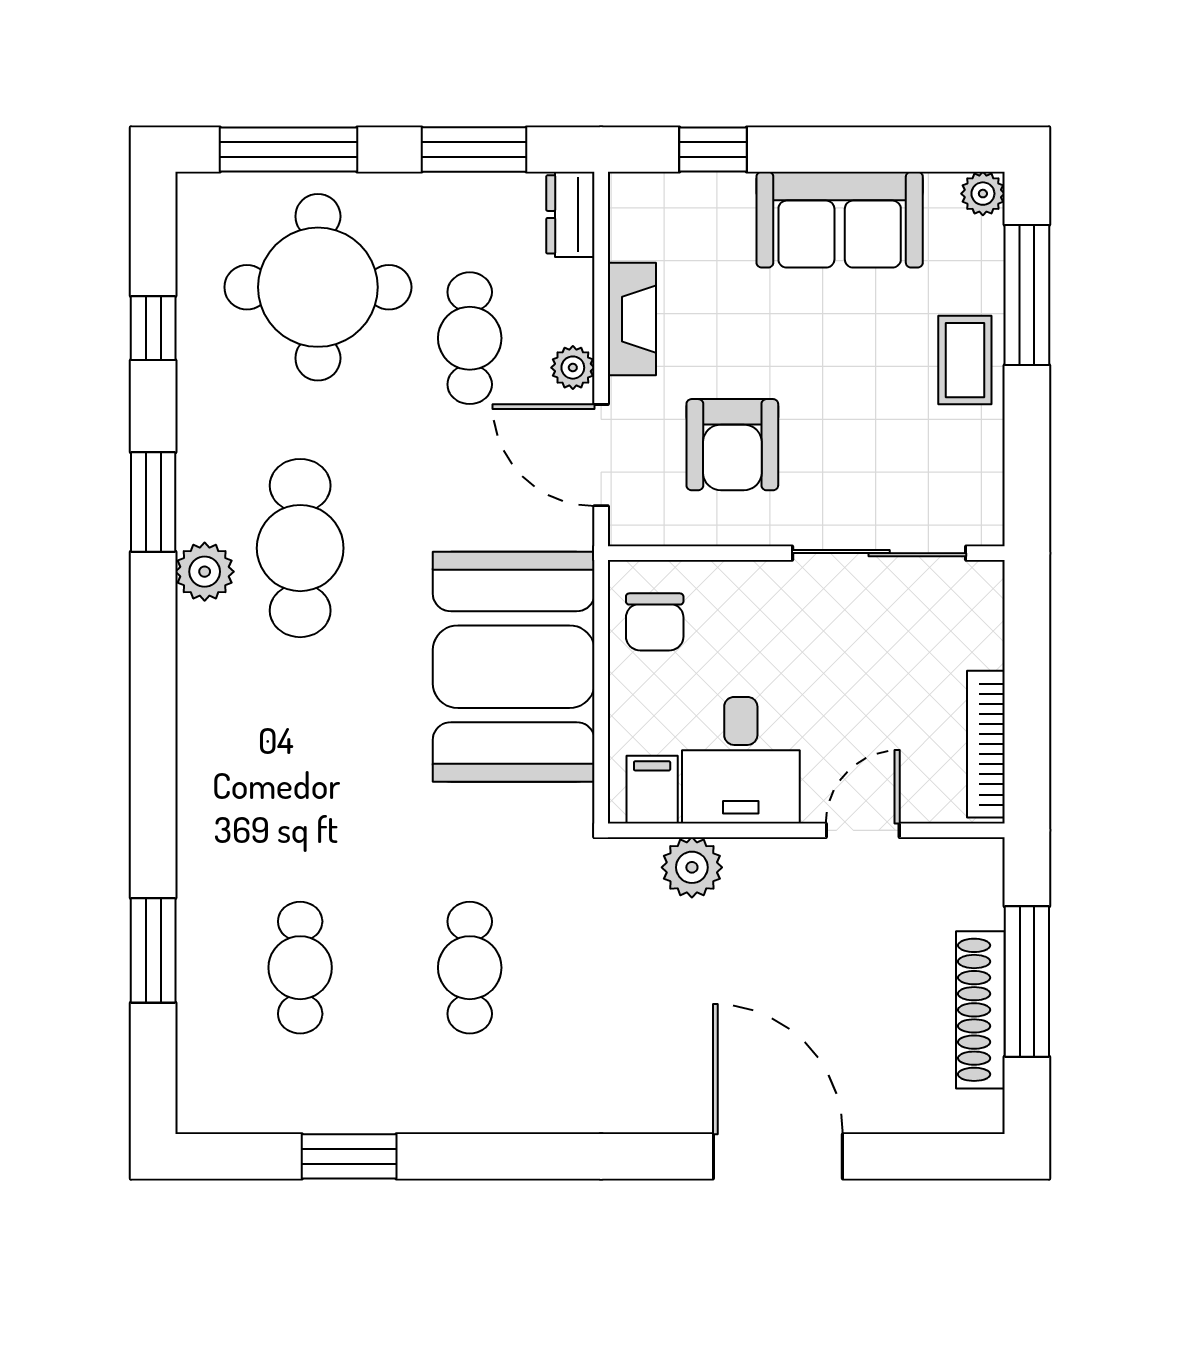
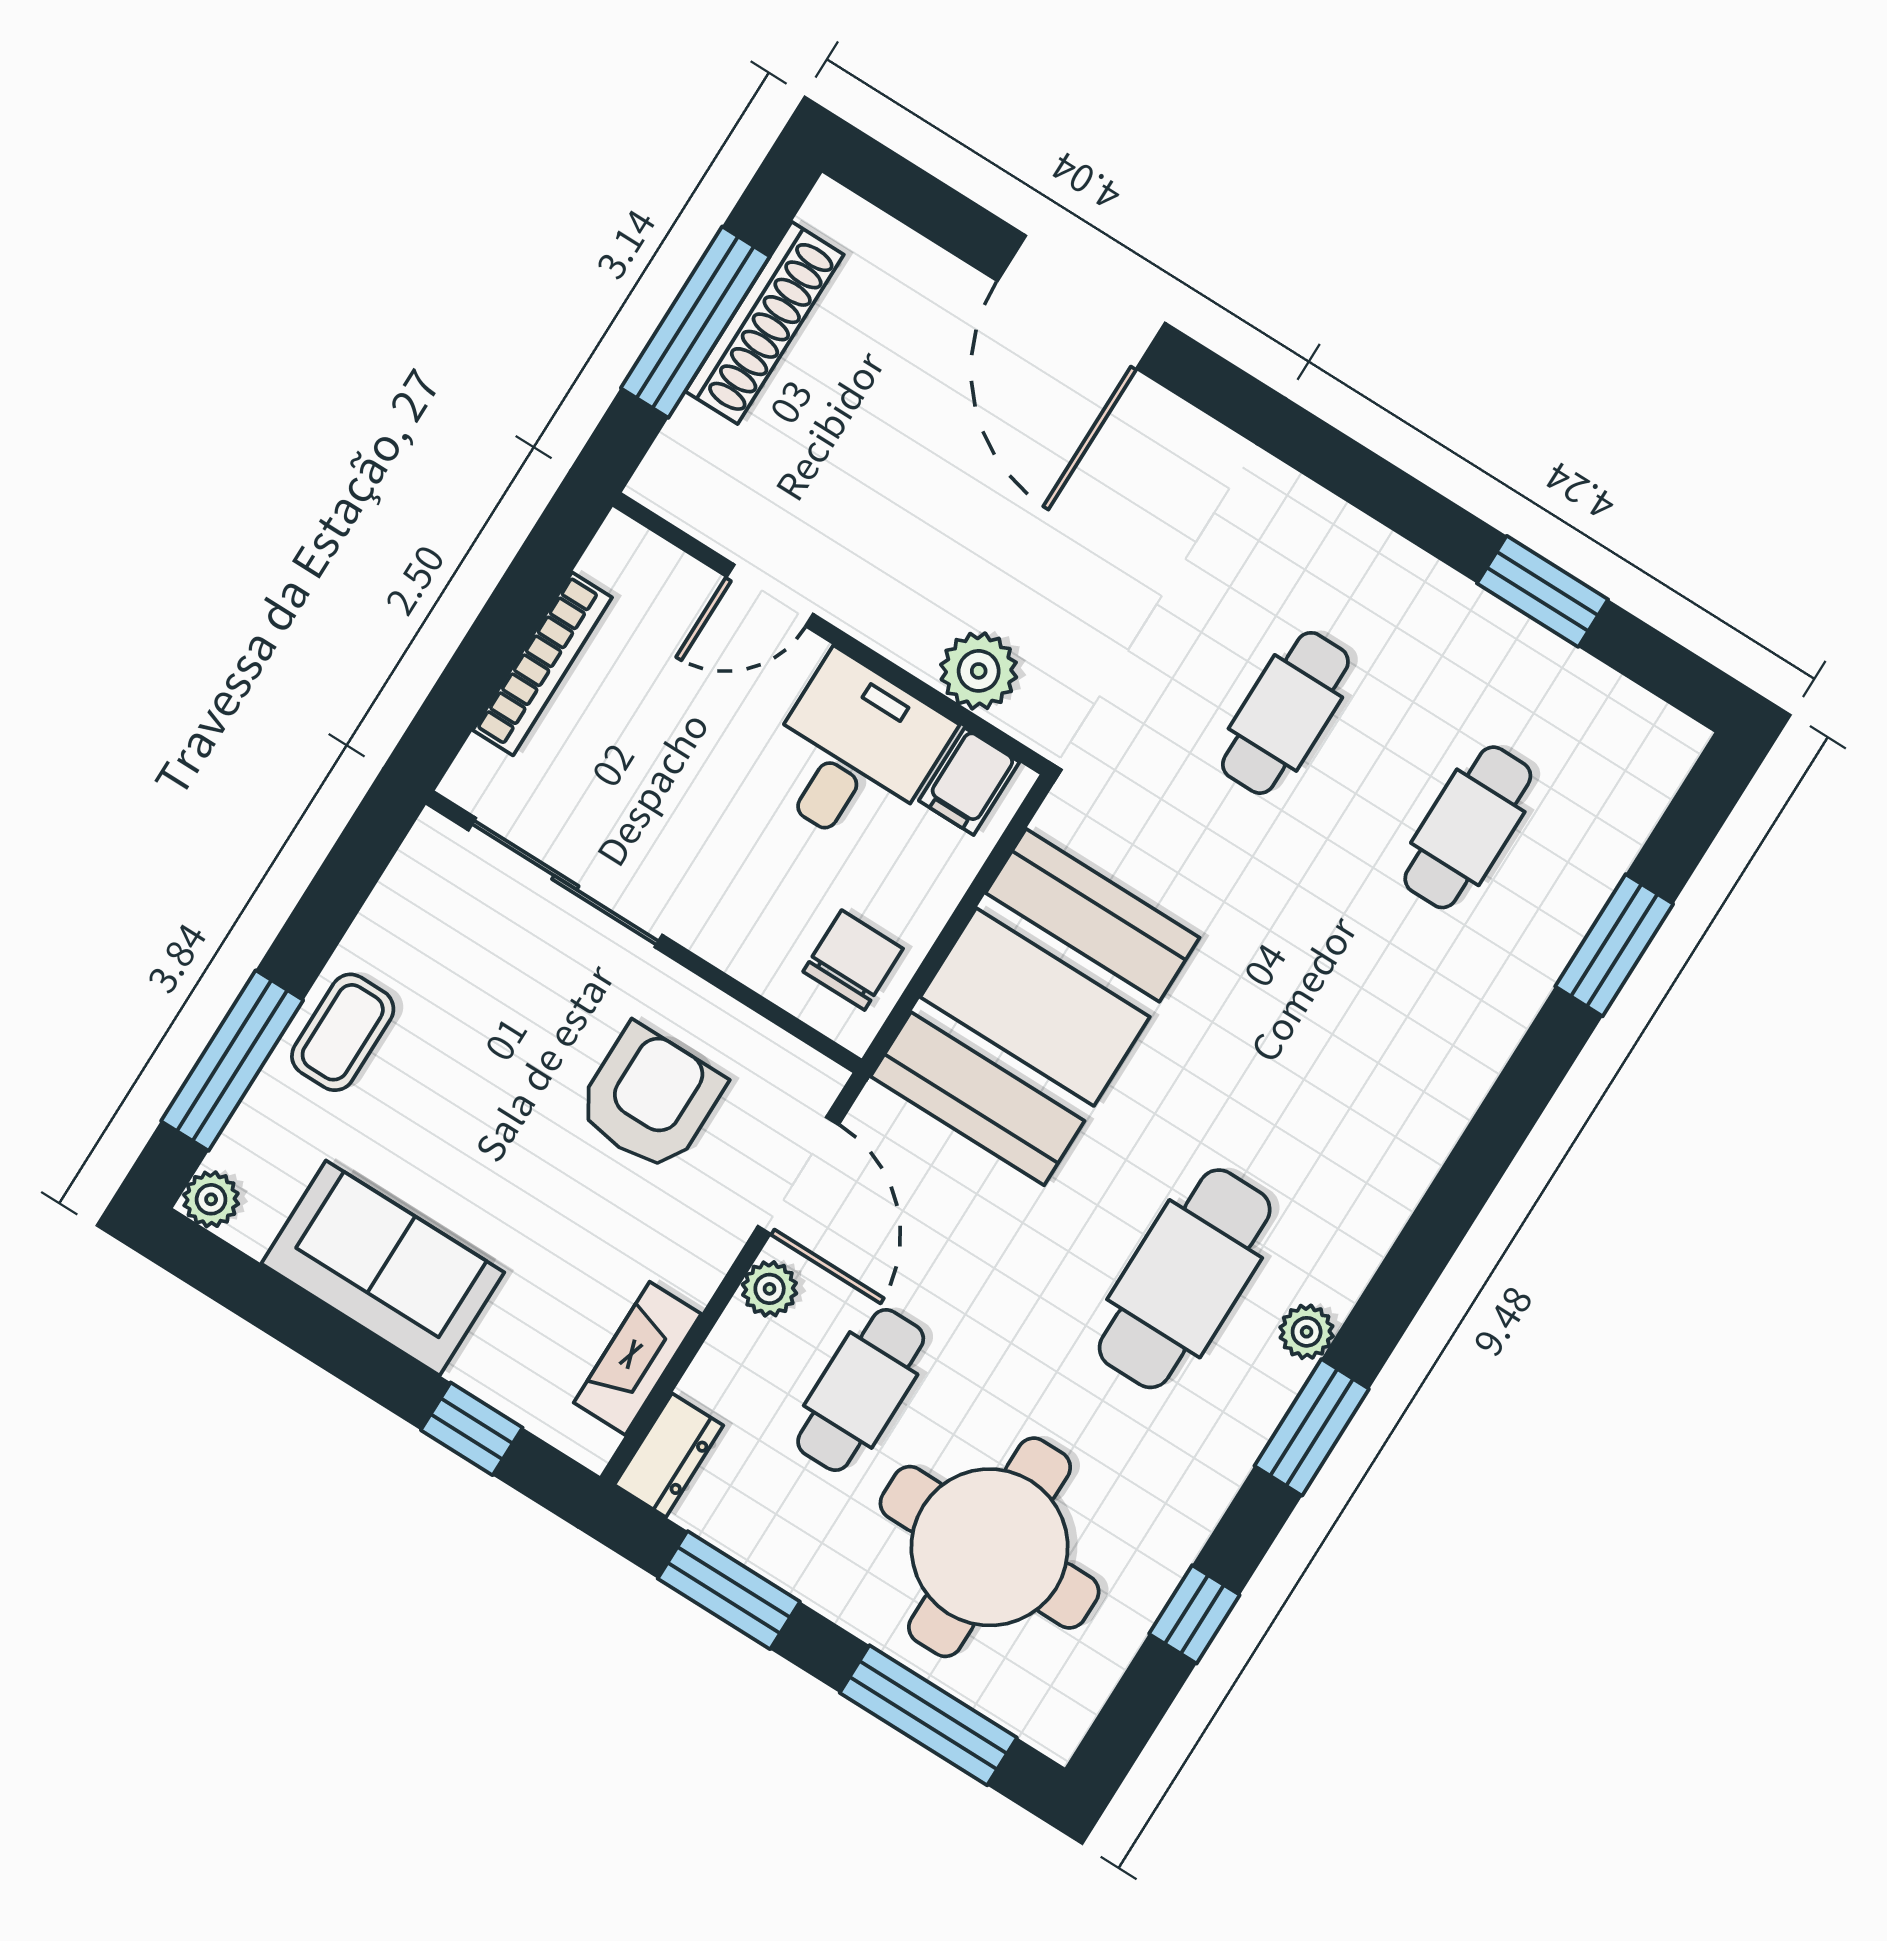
fireplace: (632, 319) -> (637, 1358), moved
plant: (205, 572) -> (1307, 1332), width x0.73, depth x0.73
bookcase: (986, 744) -> (542, 664), moved

